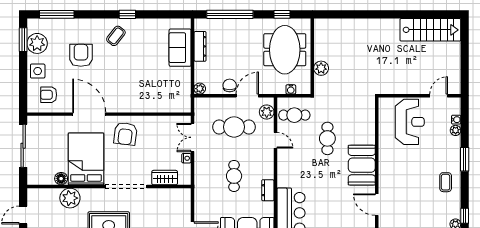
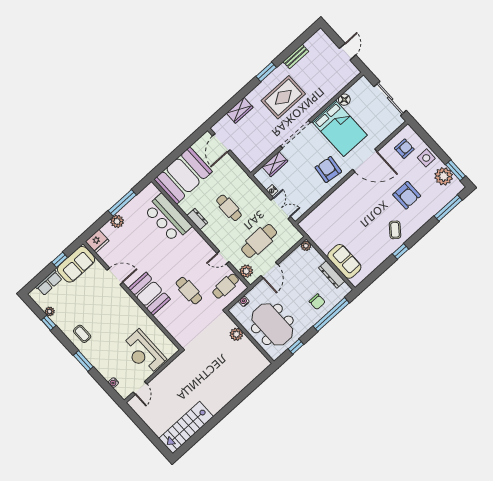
chair: (230, 85) -> (317, 302), moved
plant: (456, 130) -> (107, 375), removed
plant: (70, 198) -> (326, 92), removed

